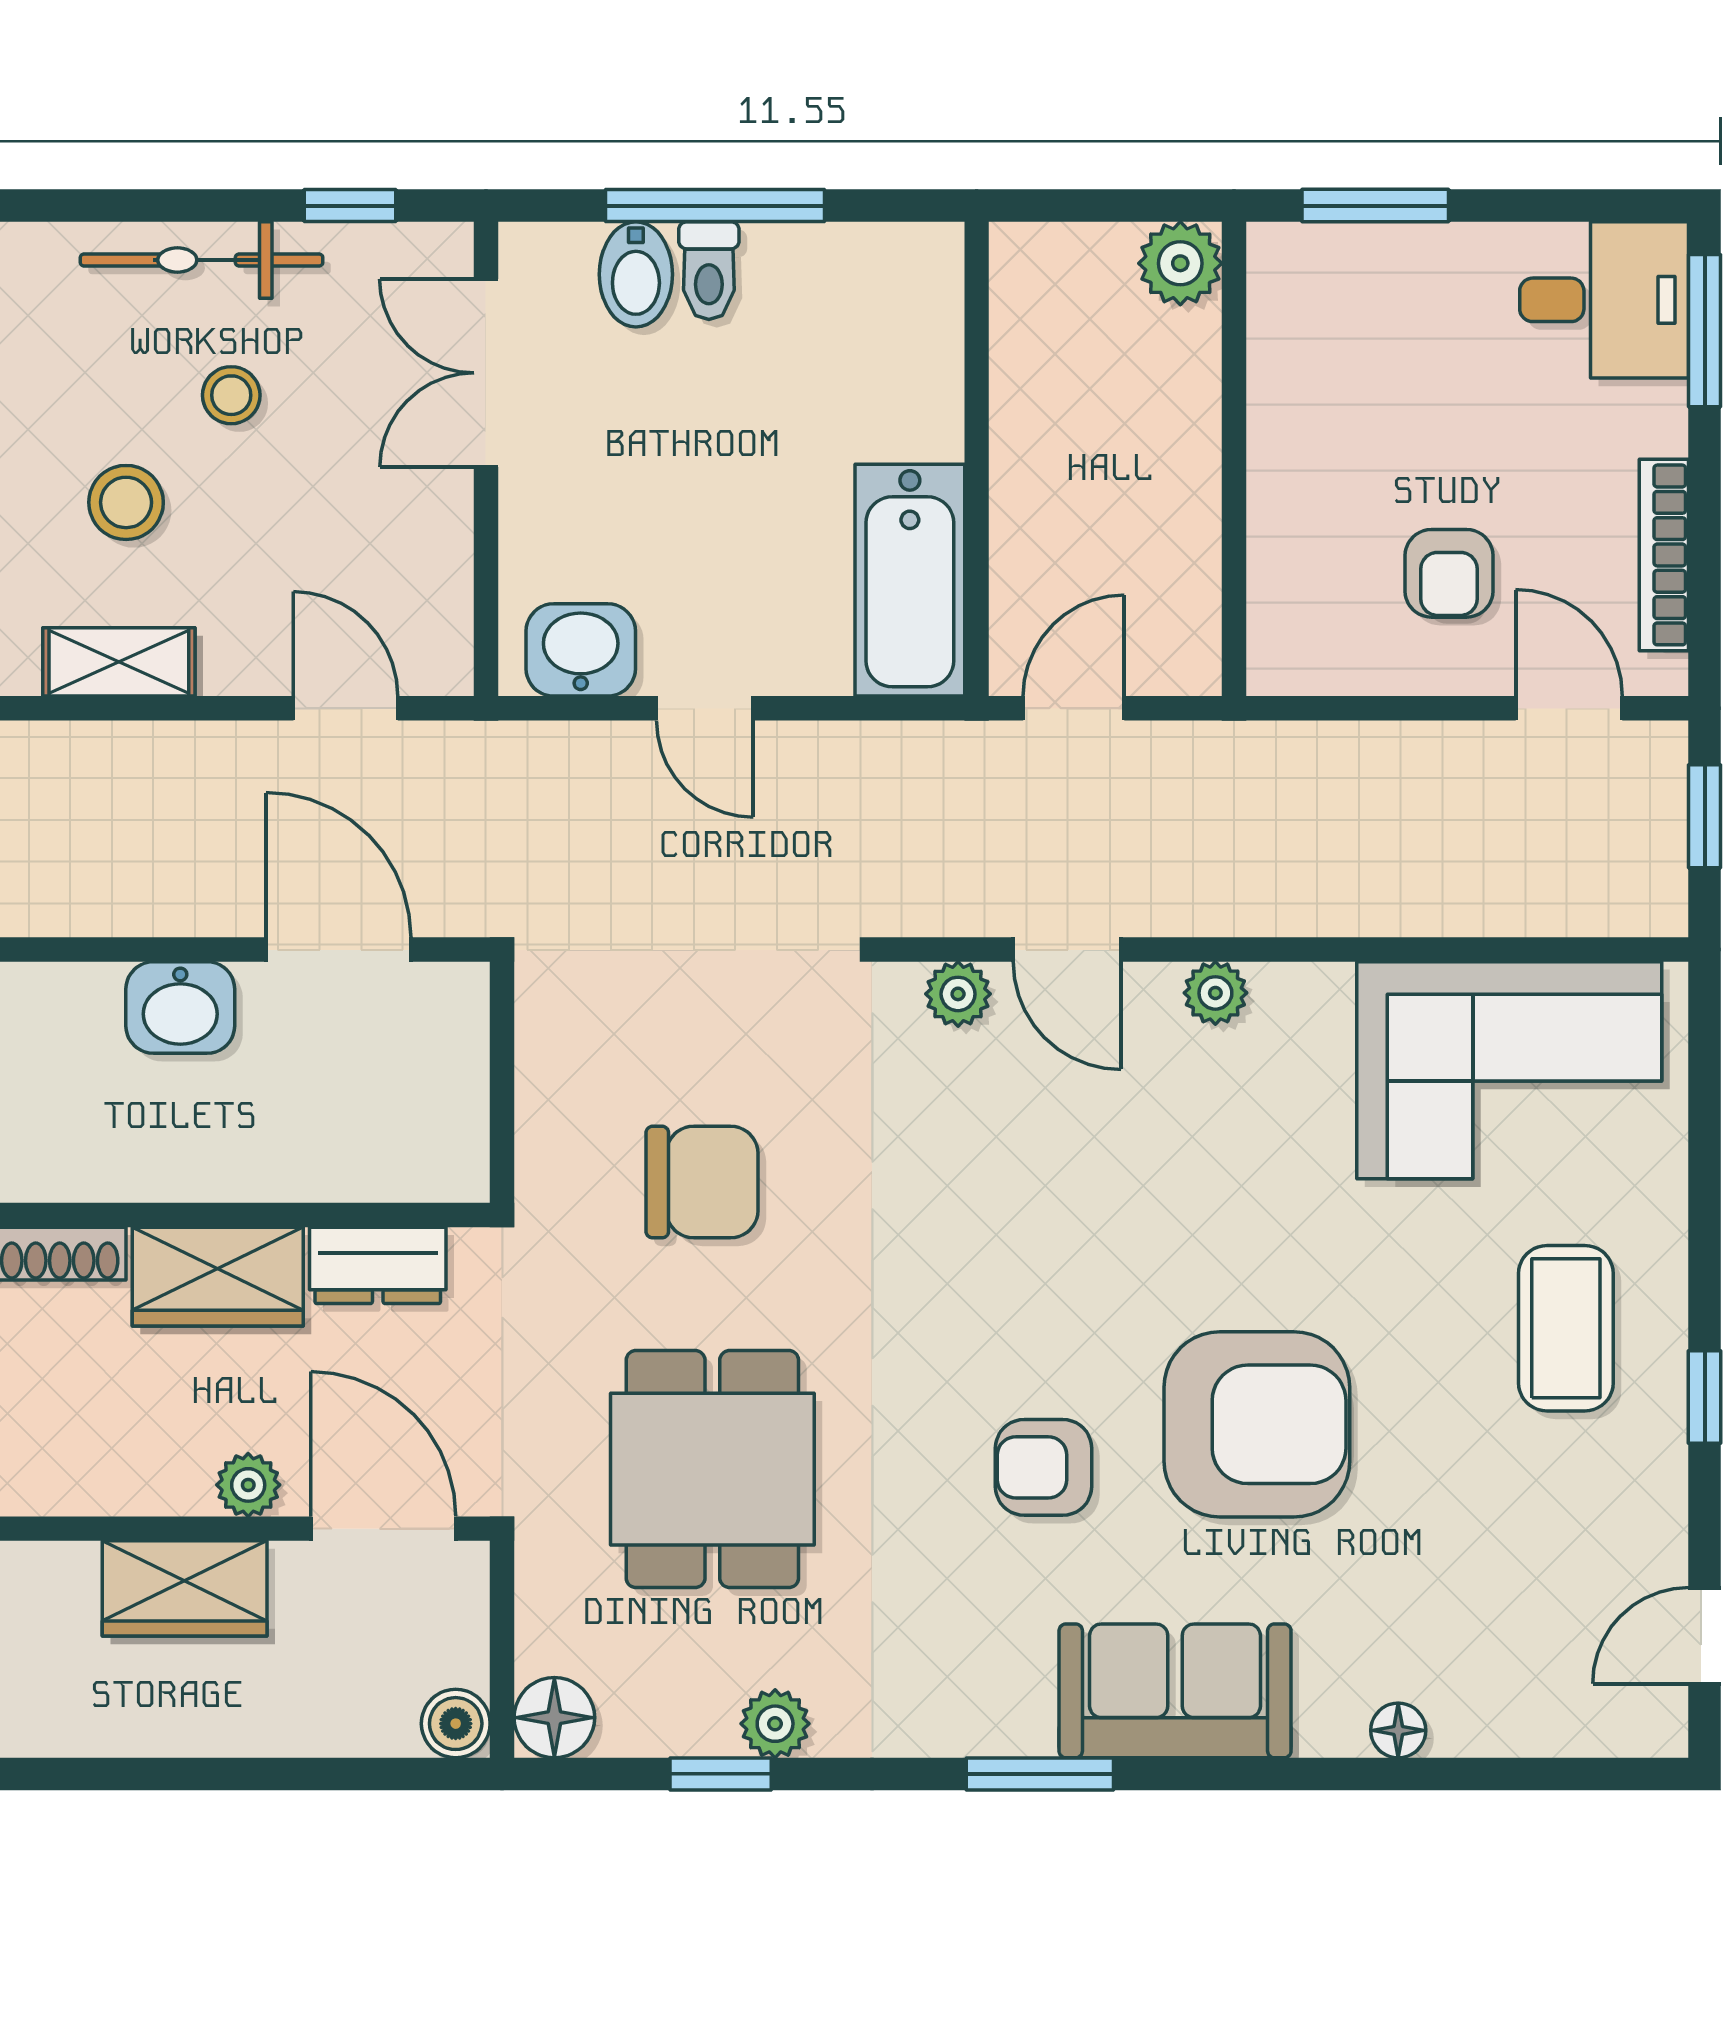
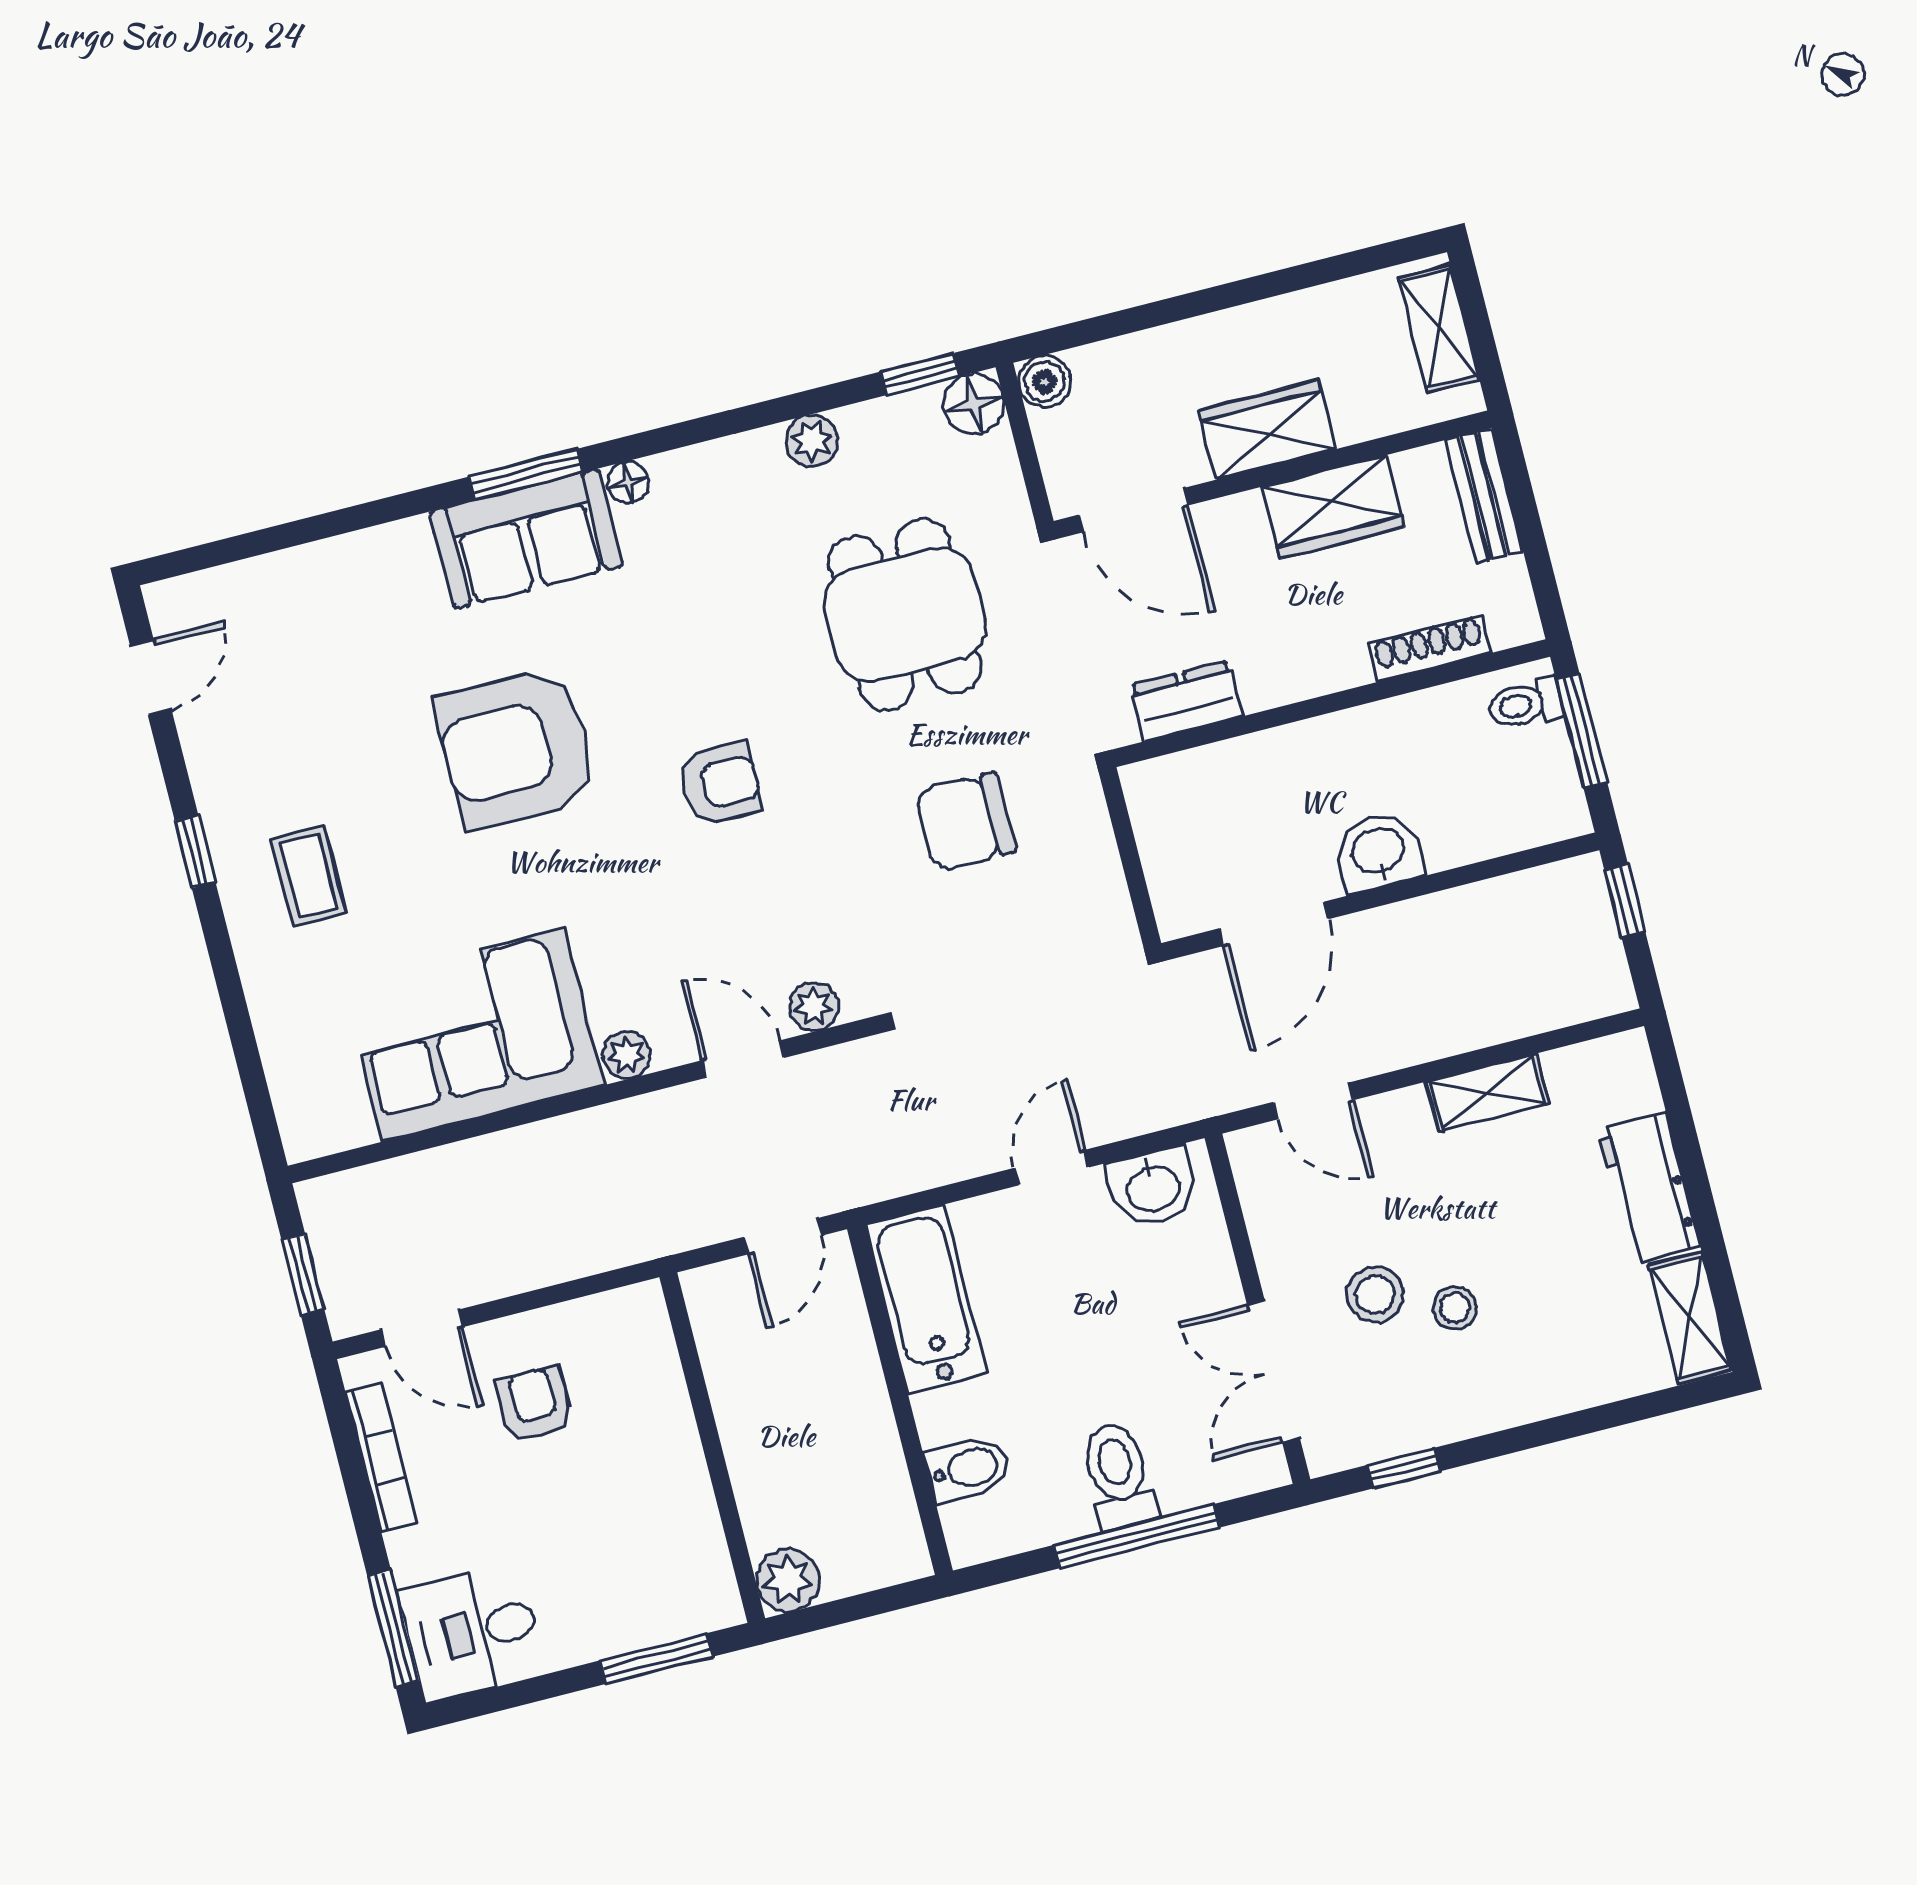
bicycle: (202, 260) -> (1502, 1401), removed
toilet: (709, 271) -> (1118, 1476), width x1.37, depth x1.39
bidet: (636, 274) -> (968, 1469), moved, turned 90
double door: (486, 373) -> (1273, 1371), swing flipped
stool: (126, 502) -> (1375, 1295), moved
door: (705, 708) -> (1052, 1168), hinge flipped
door: (339, 950) -> (1274, 924), hinge flipped
corner sofa: (1509, 1070) -> (474, 1034), moved
wardrobe: (218, 1277) -> (1333, 507), moved, turned 180
coffee table: (1566, 1328) -> (309, 876), width x0.73, depth x0.77
armchair: (1044, 1467) -> (720, 784), moved
plant: (248, 1485) -> (1240, 517), removed
floor lamp: (1398, 1730) -> (628, 482), moved
window: (721, 1774) -> (920, 374), moved
window: (1040, 1774) -> (526, 474), moved

